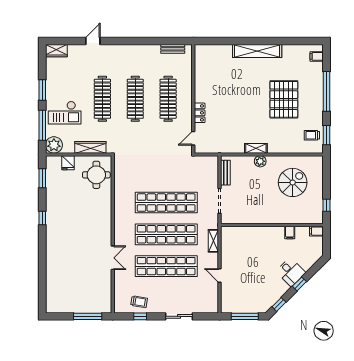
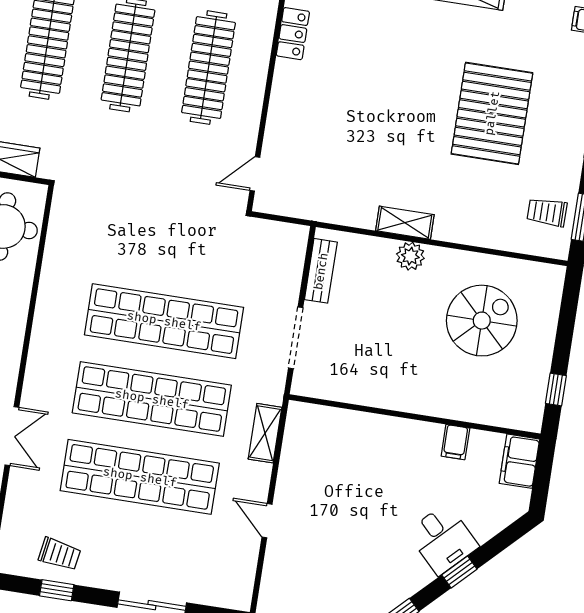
locker: (200, 113) -> (293, 34), moved
filing cabinet: (316, 231) -> (519, 461), width x2.00

